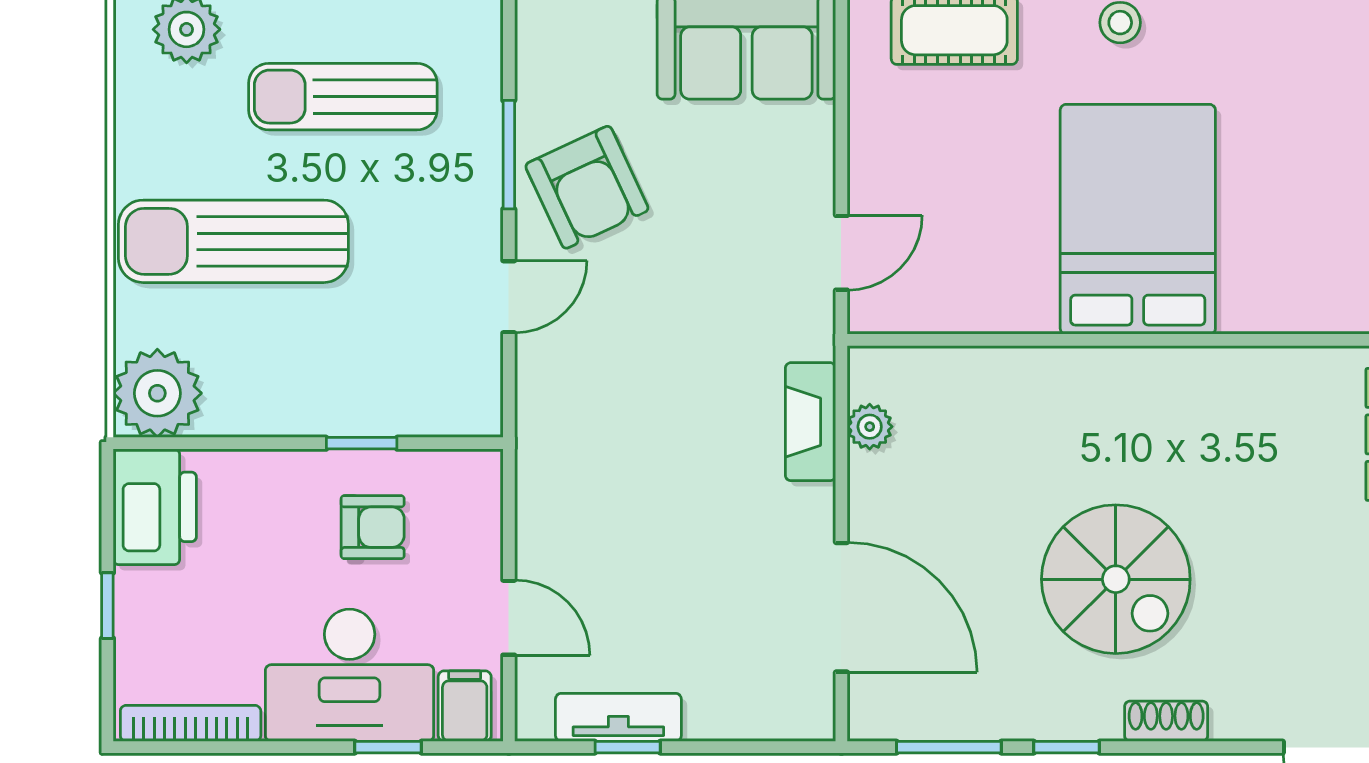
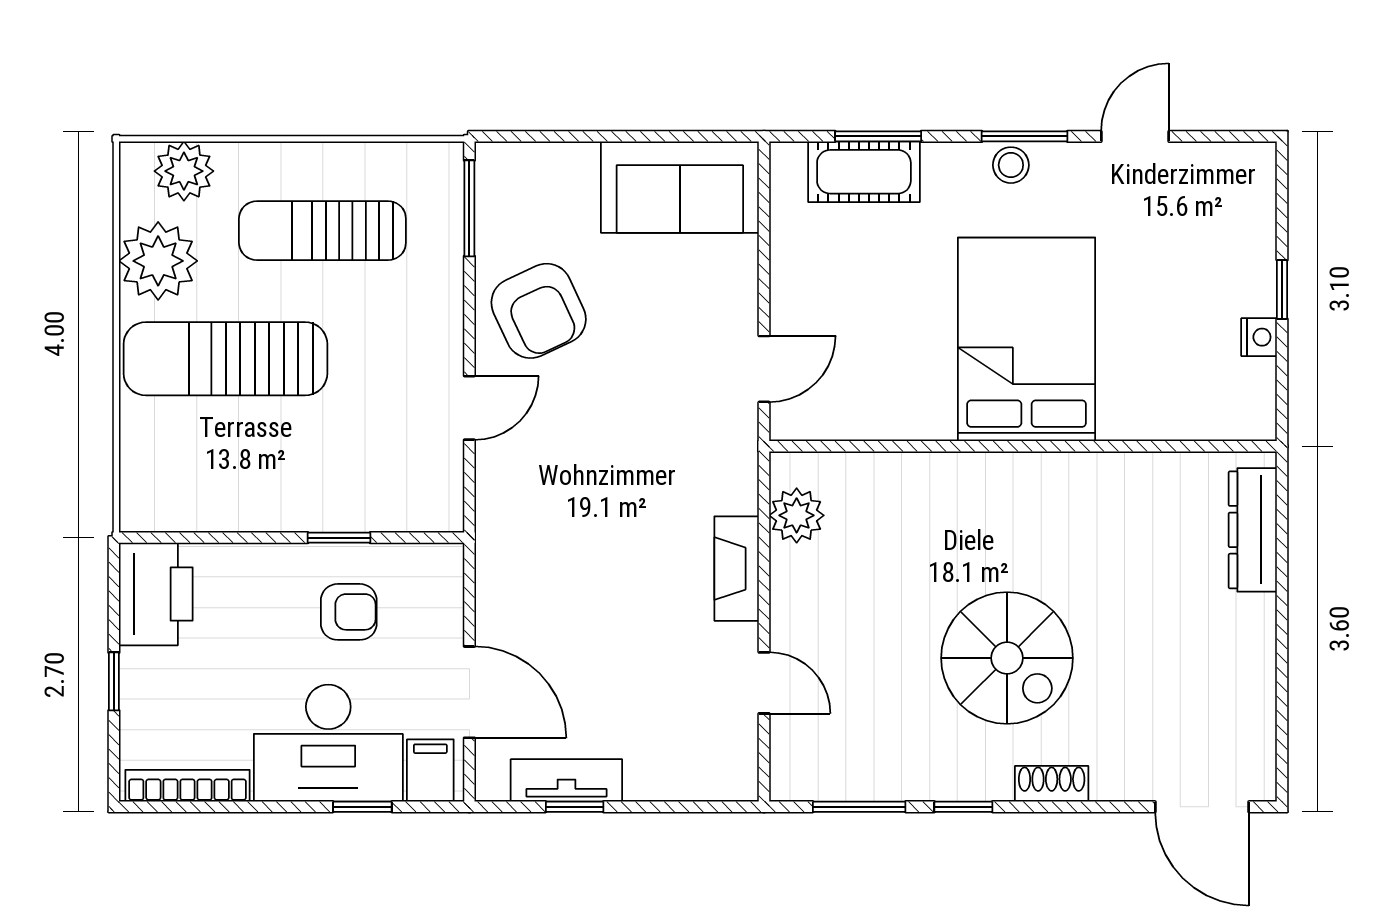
window: (509, 155) -> (469, 208), moved
plant: (157, 393) -> (158, 261), moved
fireplace: (810, 422) -> (737, 569), moved
plant: (870, 427) -> (797, 515), width x1.38, depth x1.38
door: (841, 607) -> (764, 683), width x0.53
door: (509, 618) -> (469, 692), width x1.38

